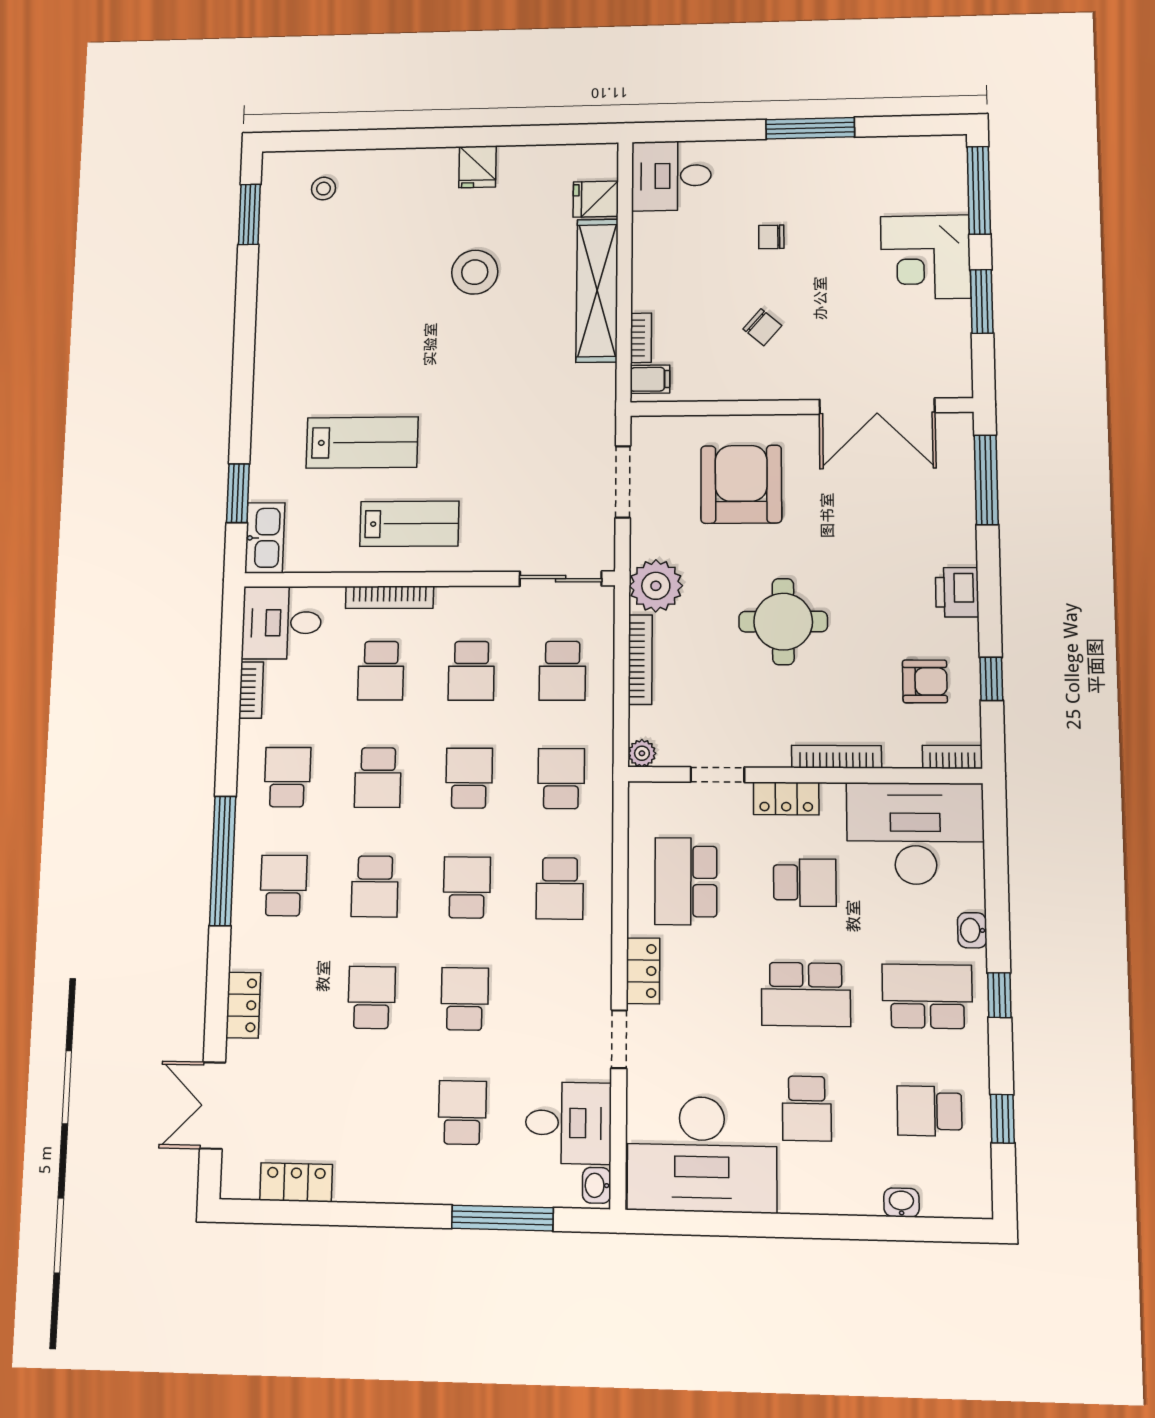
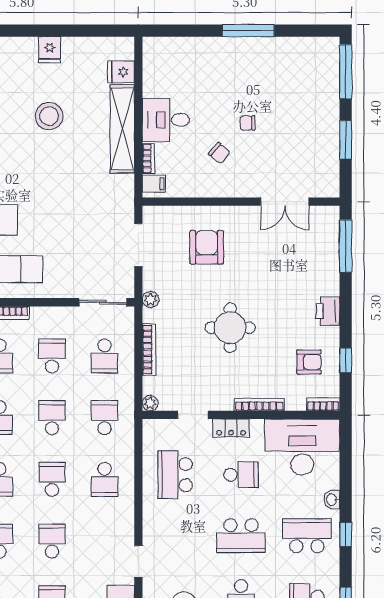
desk: (671, 176) -> (166, 120), moved
chair: (771, 237) -> (247, 123), moved
corner desk: (925, 257) -> (314, 112), removed
double door: (877, 406) -> (285, 202), width x0.73
armchair: (741, 484) -> (207, 247), width x0.73, depth x0.73
plant: (656, 586) -> (151, 300), width x0.53, depth x0.53
school desk: (471, 671) -> (52, 356), turned 180
locker: (643, 971) -> (152, 524), removed

